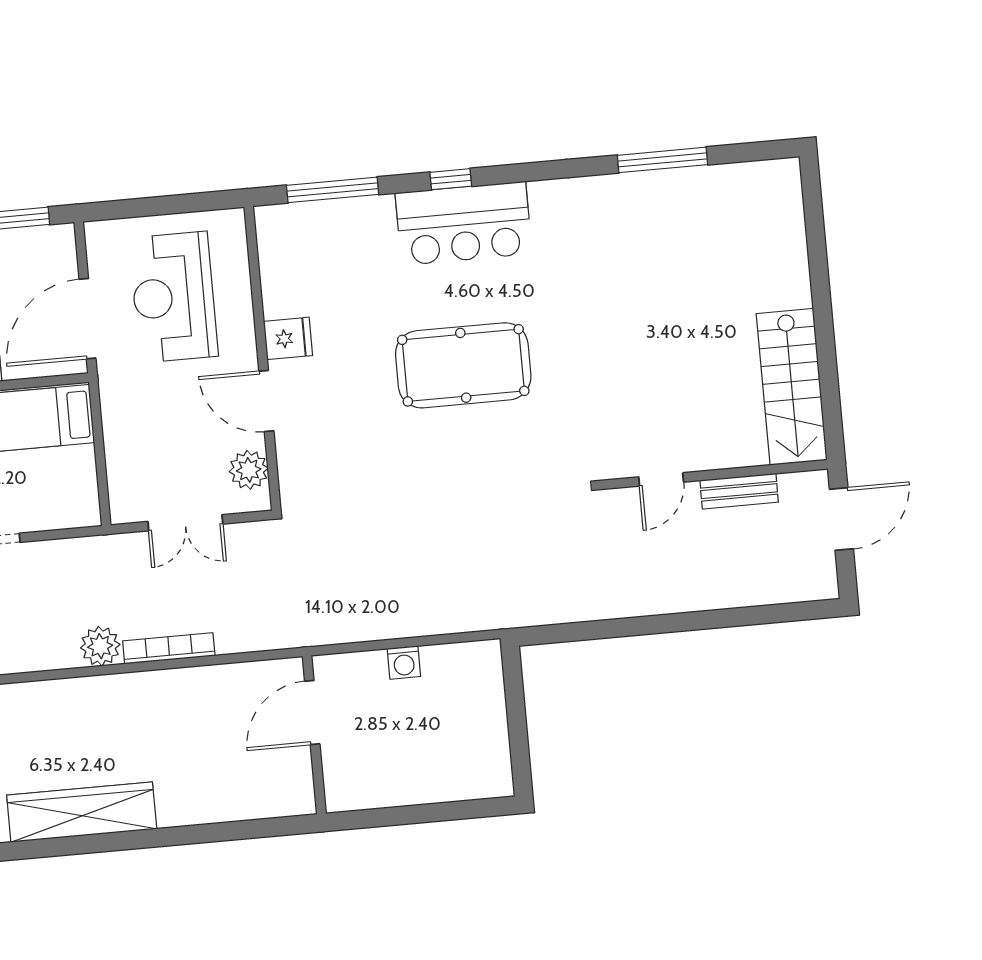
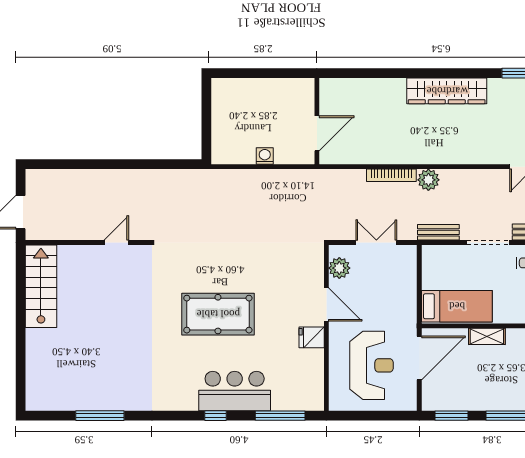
bar counter: (464, 223) -> (235, 391), moved
bench: (739, 491) -> (438, 232), moved

